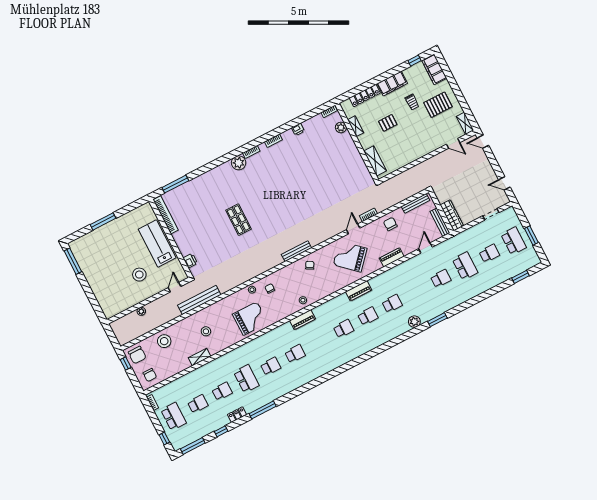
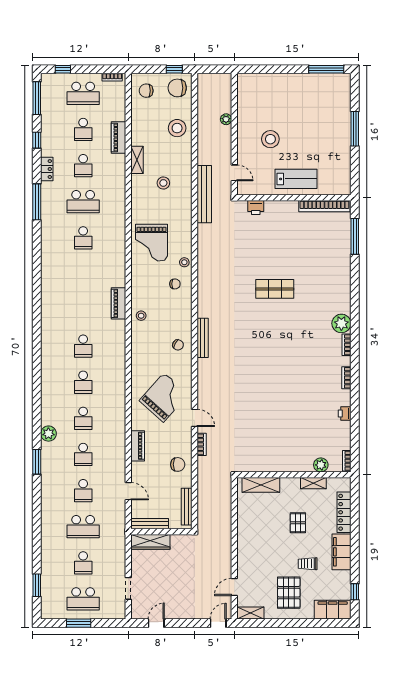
lab bench: (157, 243) -> (296, 179), width x0.73, depth x0.72
piano: (359, 291) -> (118, 138), moved
school desk: (295, 354) -> (83, 454), moved

